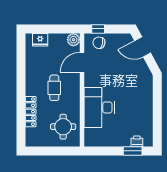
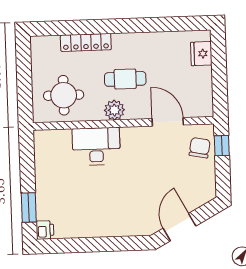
plant: (73, 40) -> (114, 110), moved
door: (143, 47) -> (180, 227), moved
desk: (99, 107) -> (96, 146), width x0.73, depth x0.77
printer: (137, 141) -> (45, 230), moved

